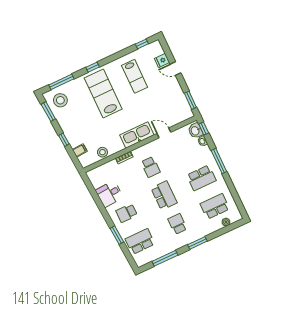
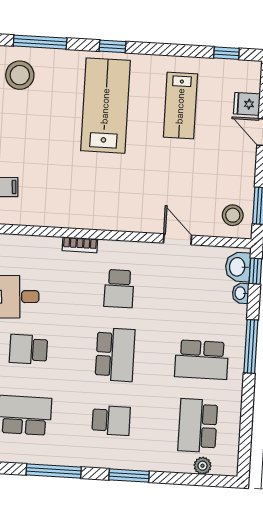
kitchen sink: (137, 135) -> (126, 216), removed
stool: (102, 152) -> (233, 215), moved
school desk: (215, 206) -> (198, 426), turned -90
school desk: (177, 224) -> (111, 420), turned 90

